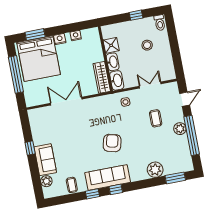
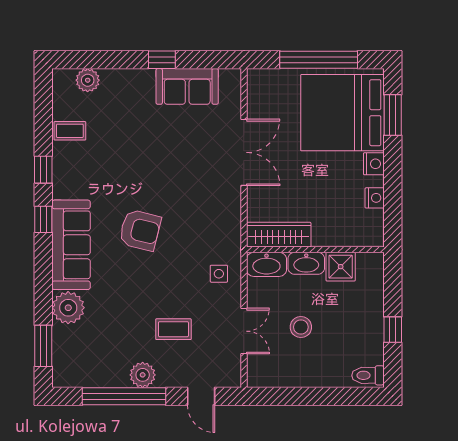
stool: (147, 45) -> (301, 327), moved
sofa: (45, 160) -> (187, 86), moved
sofa: (108, 177) -> (71, 245), moved

